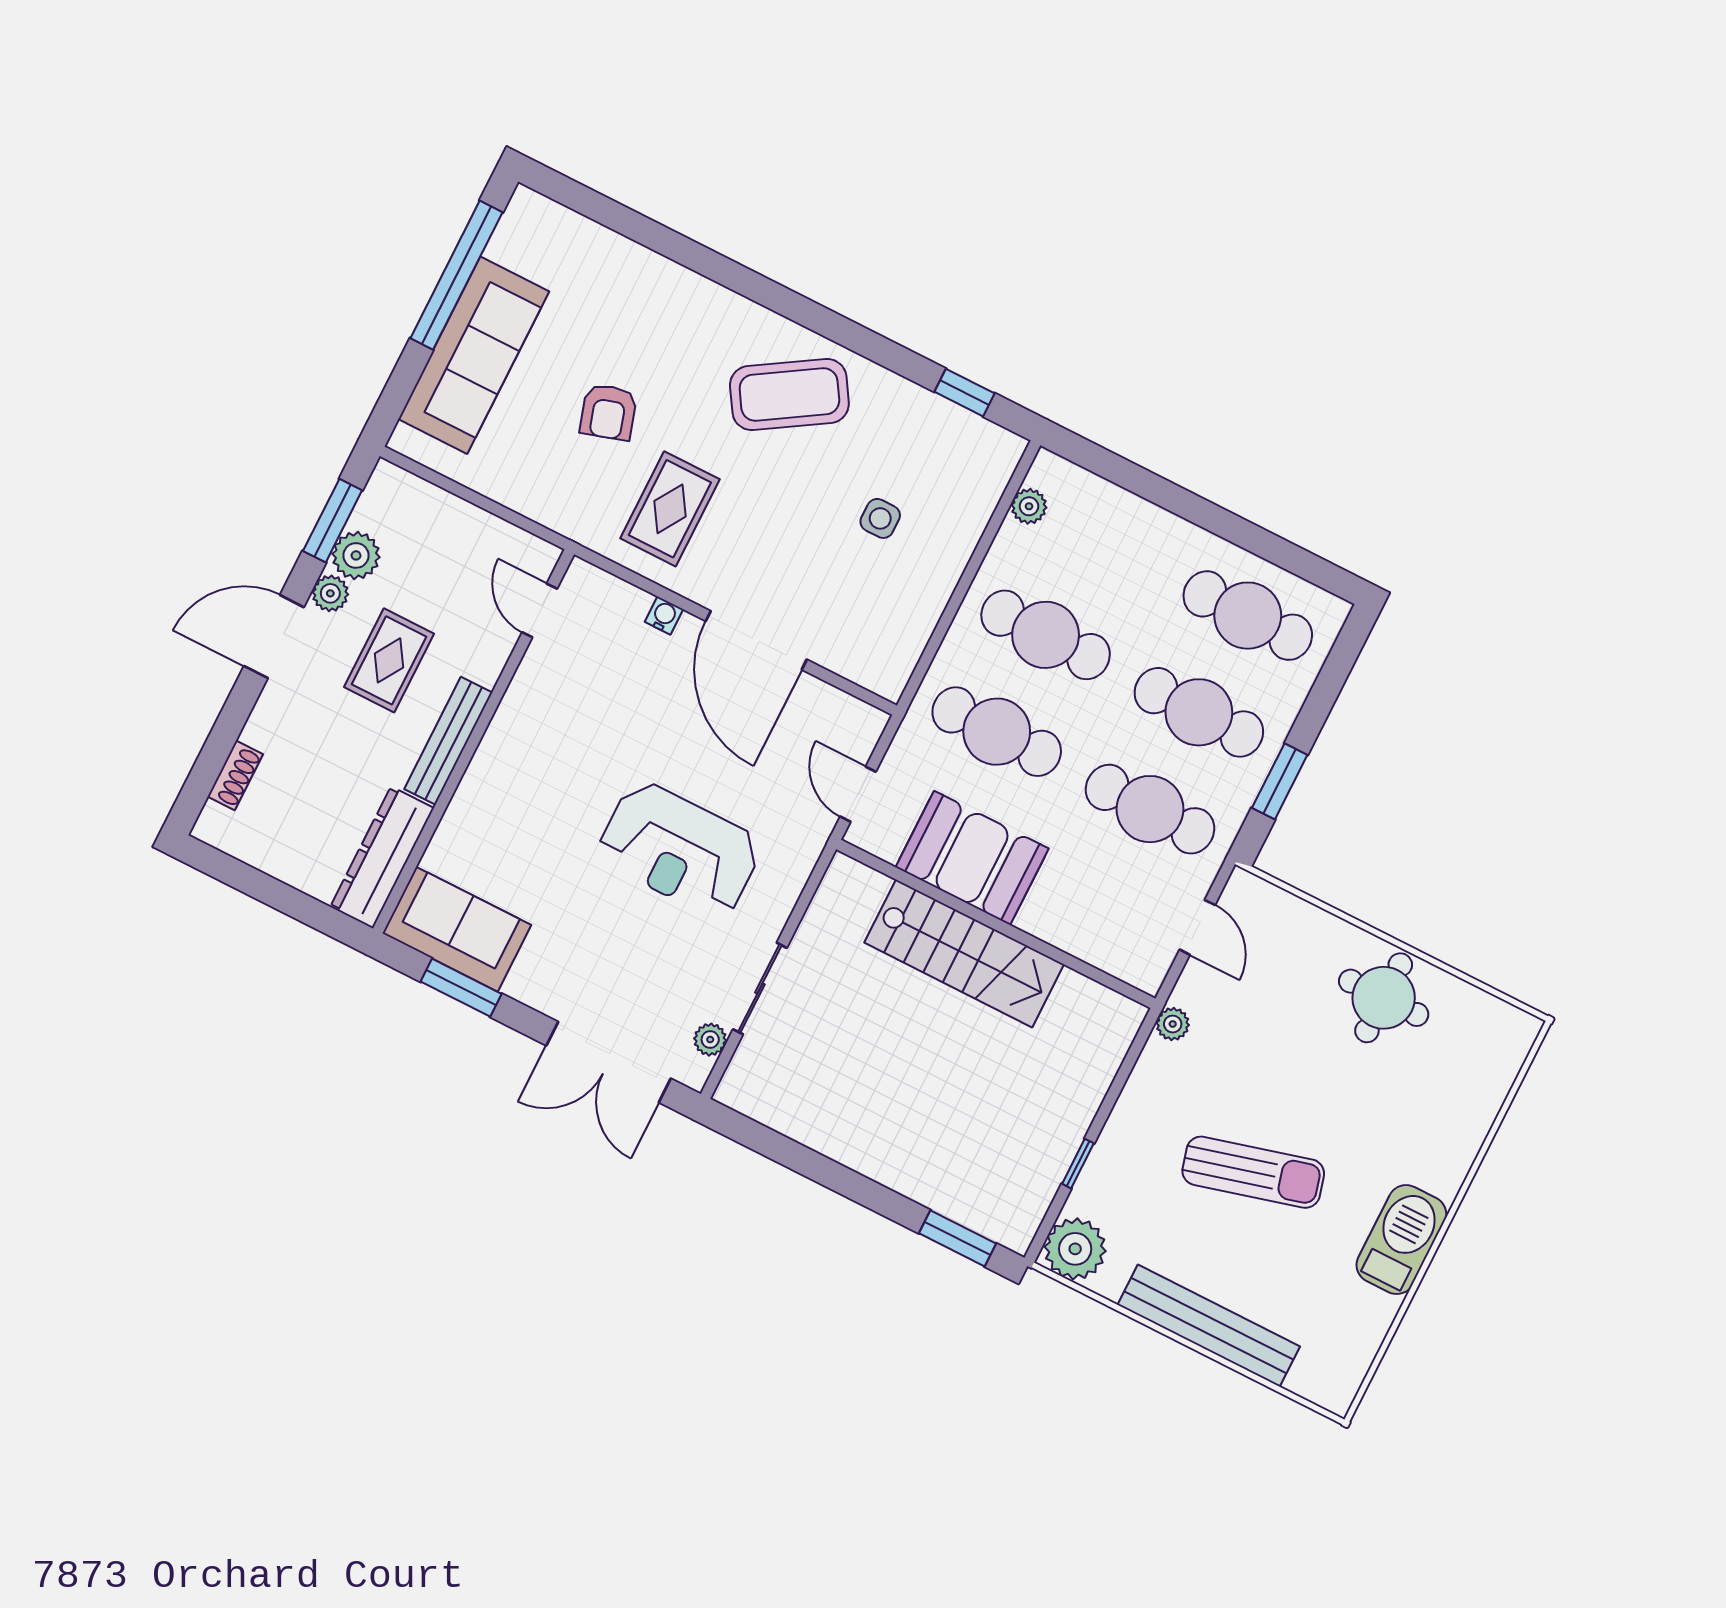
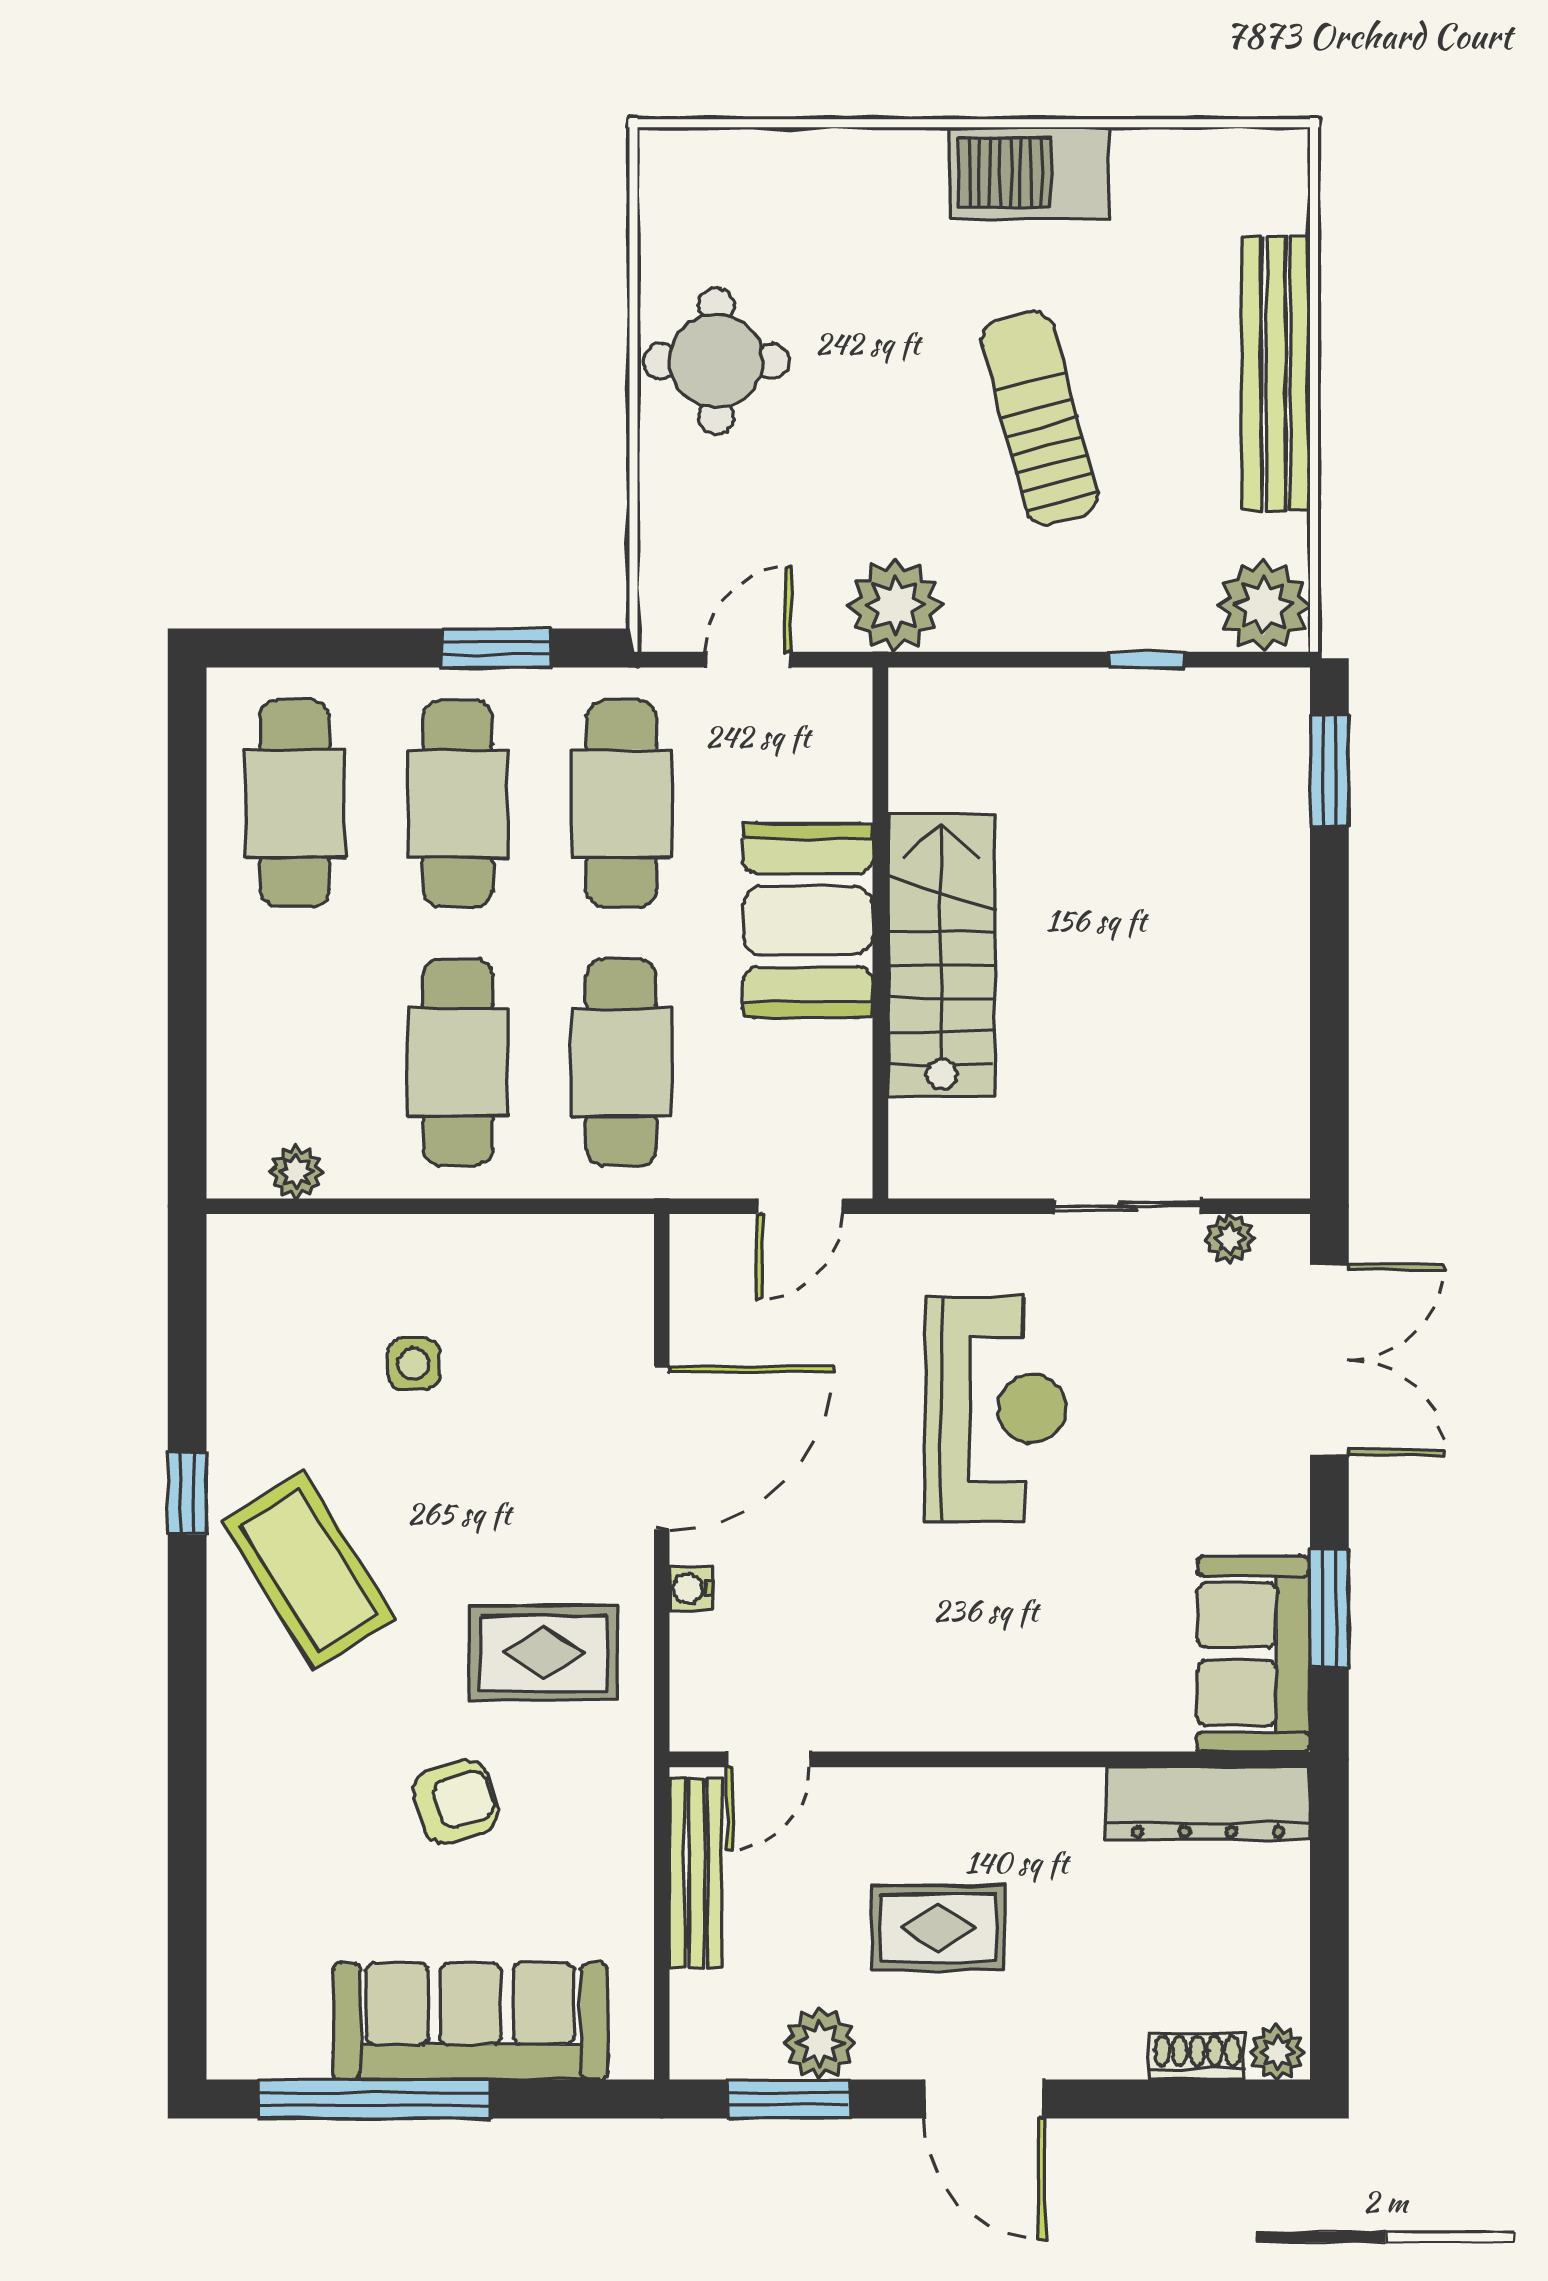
window: (964, 393) -> (187, 1493), moved
plant: (330, 593) -> (1277, 2052), moved
bench: (448, 741) -> (696, 1873), moved, turned 90
booth: (972, 858) -> (808, 920), moved
plant: (1173, 1024) -> (895, 605), width x1.88, depth x1.88

